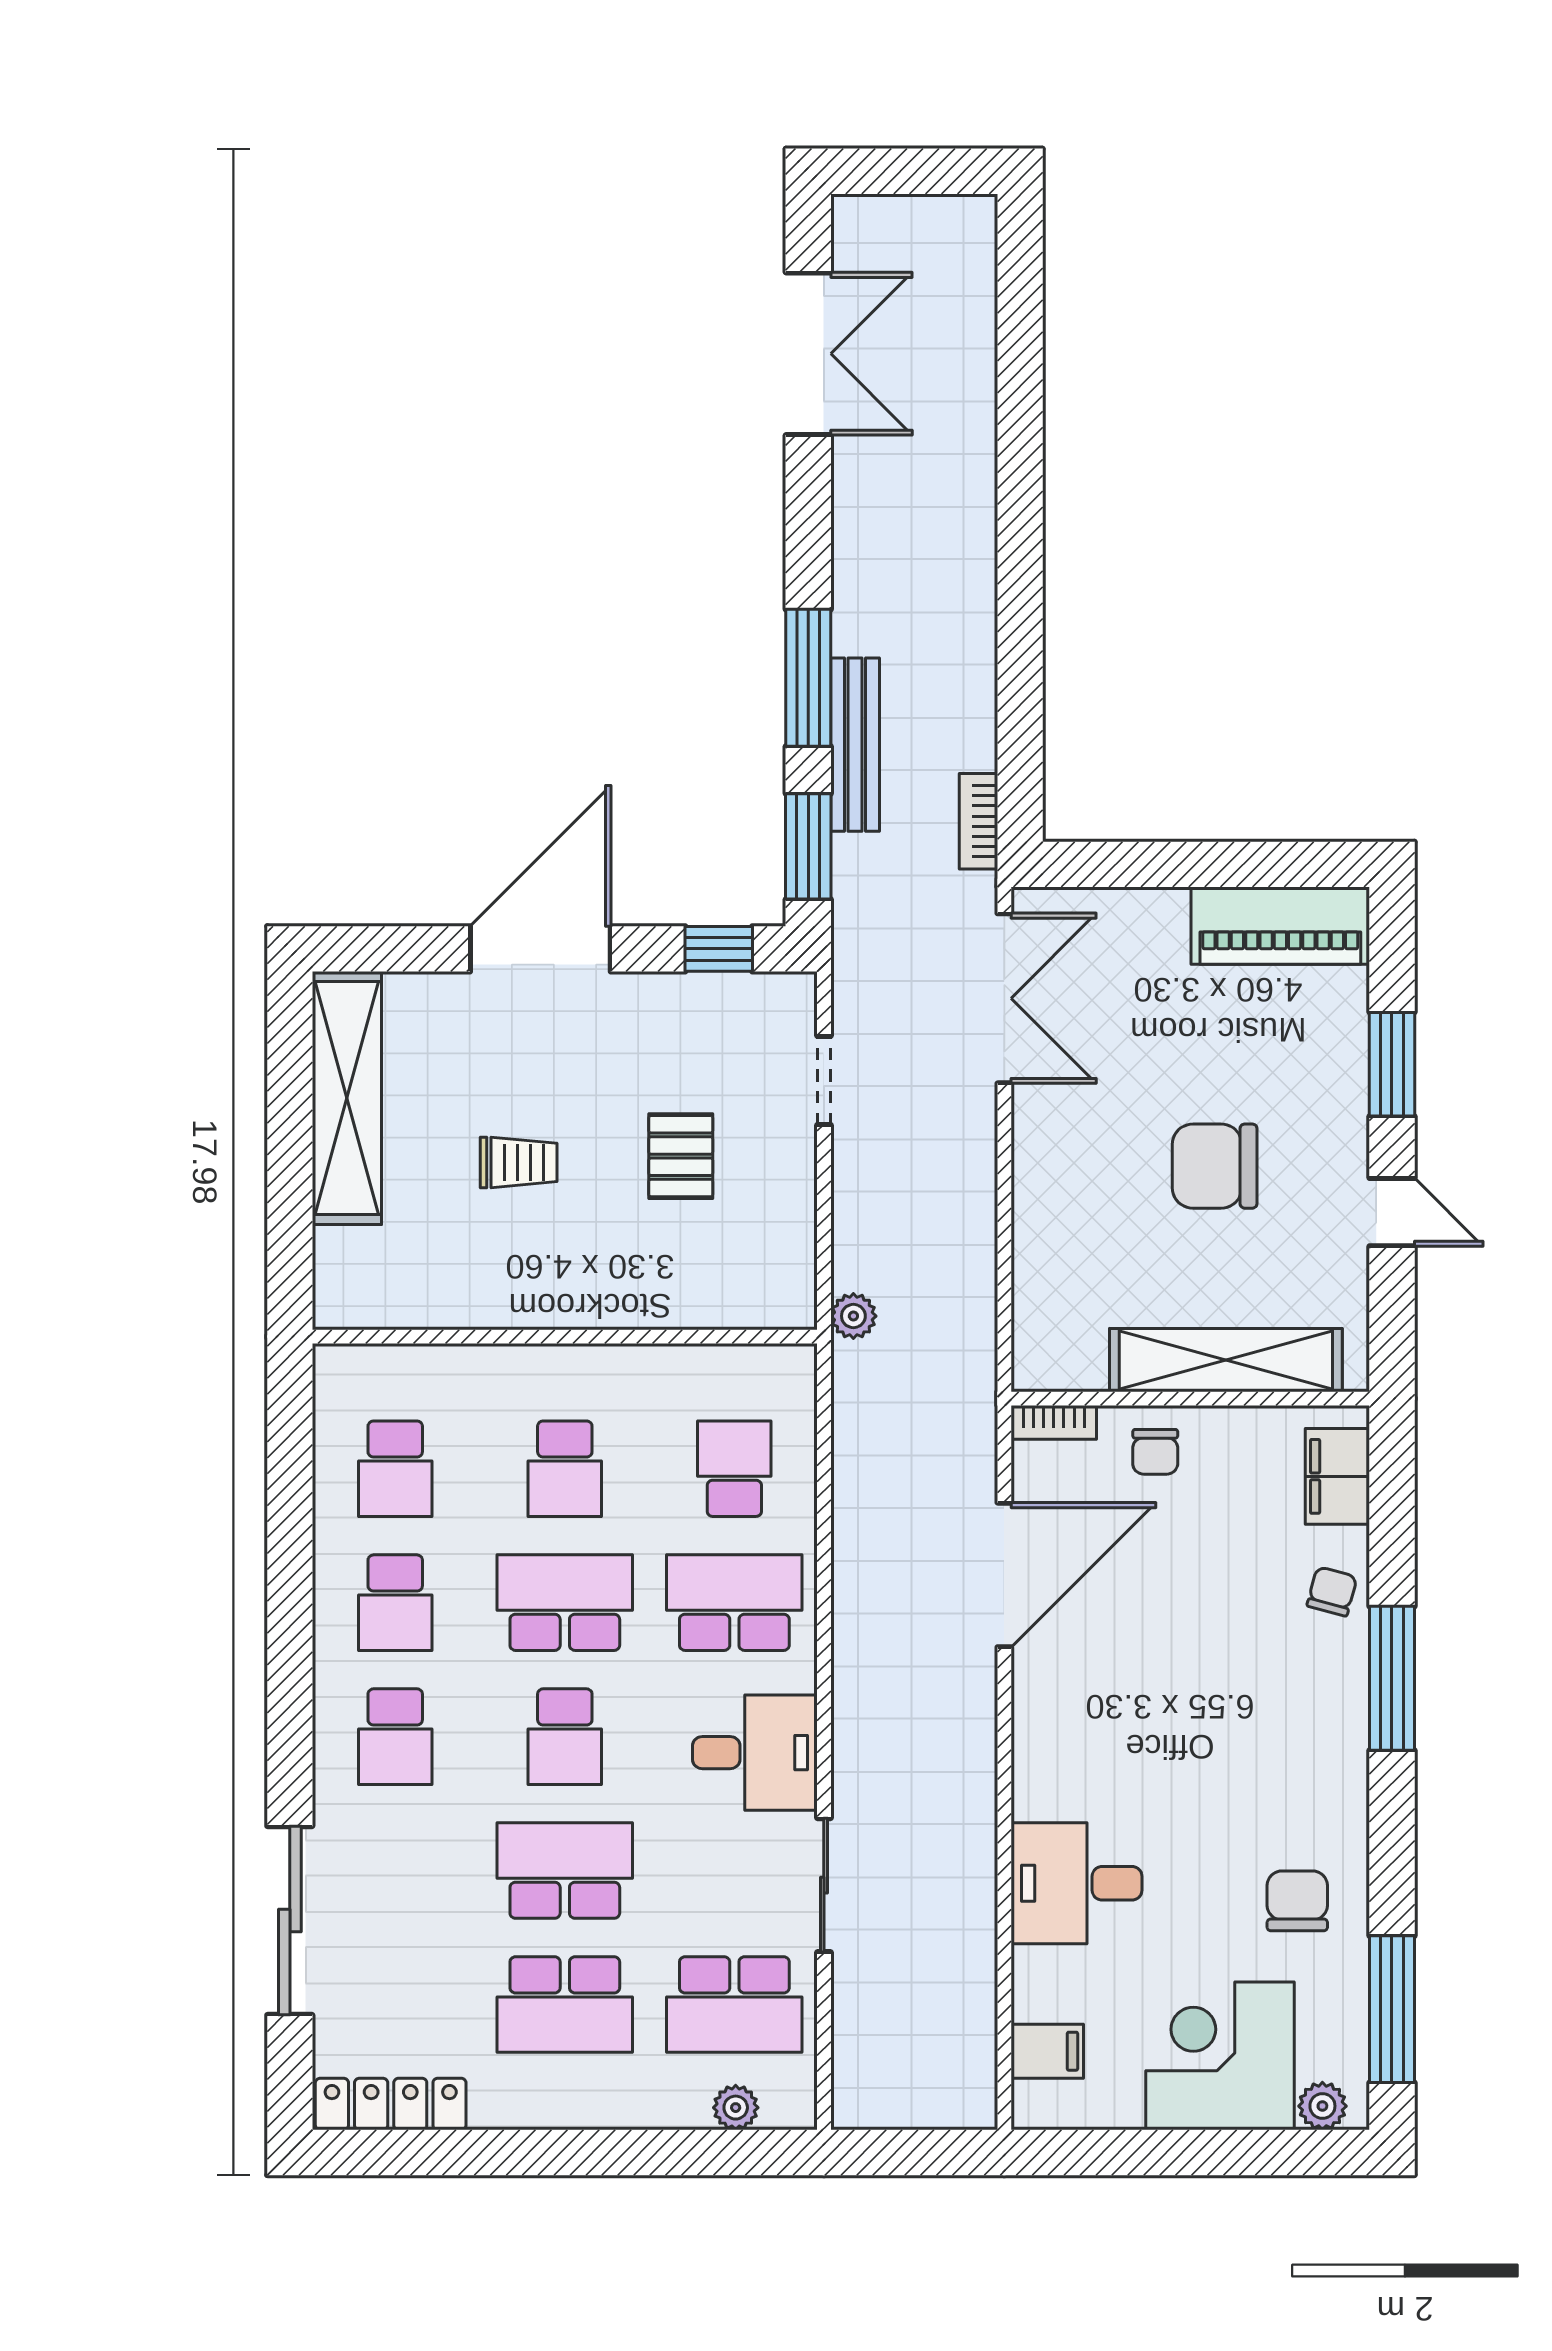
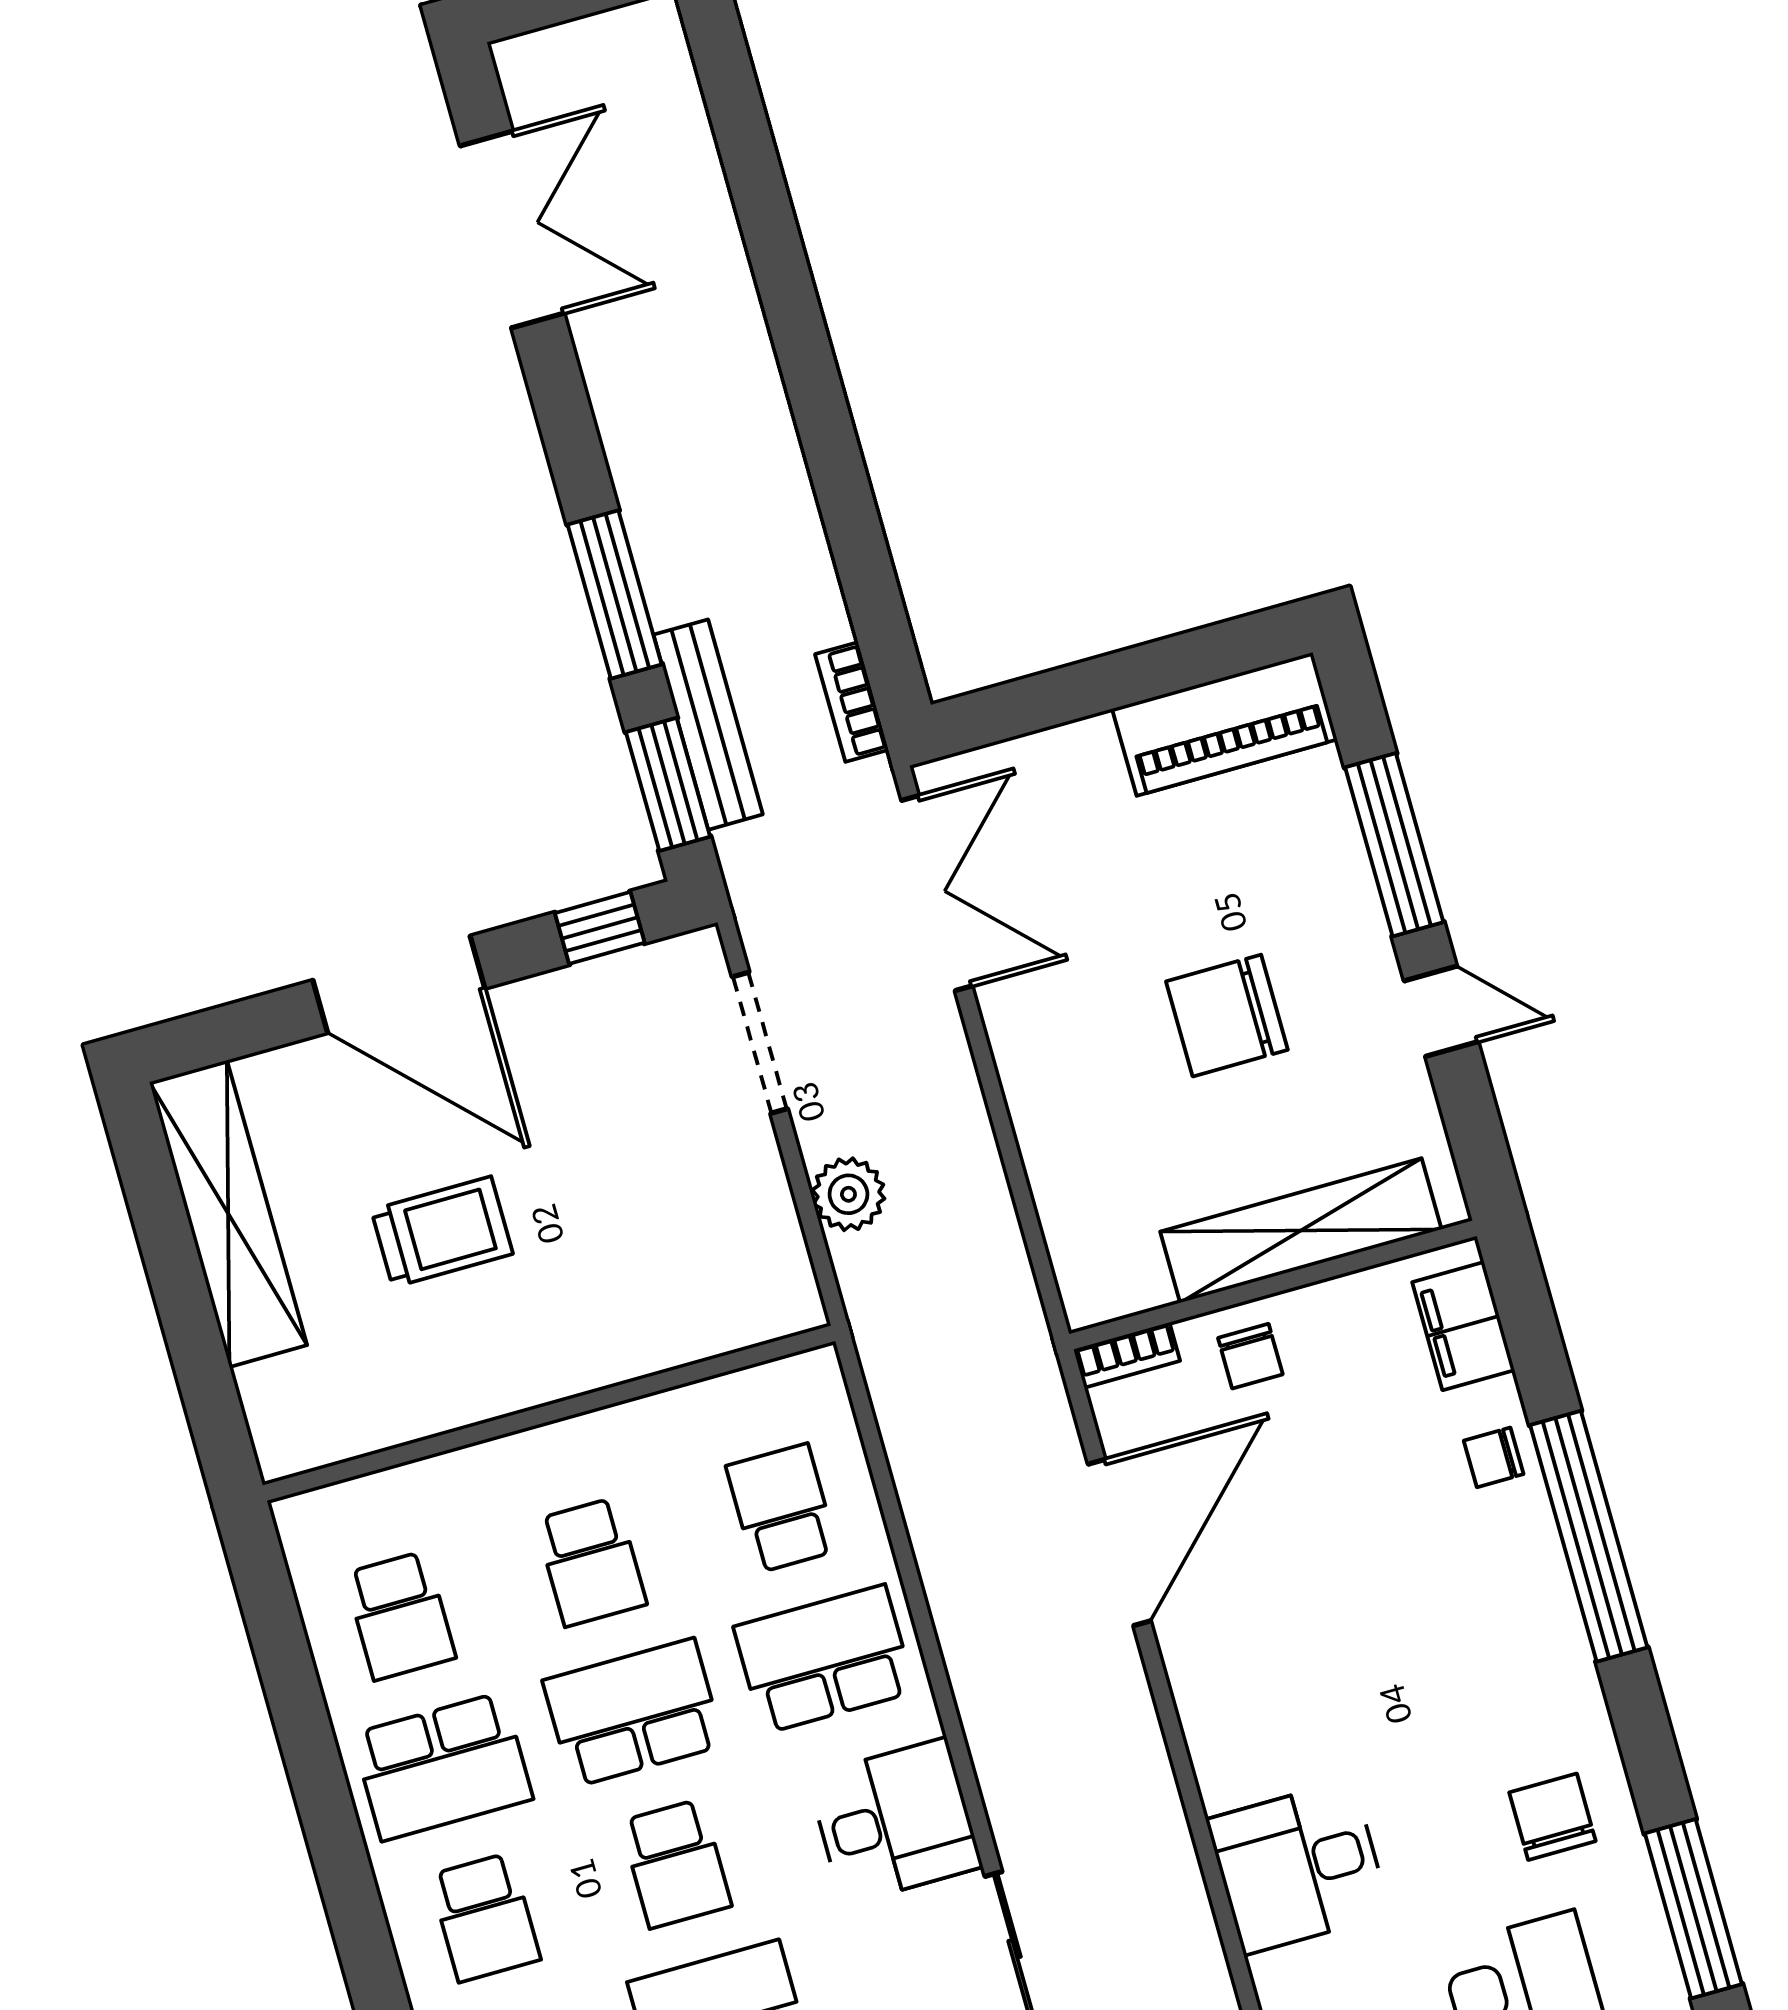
bench: (855, 745) -> (708, 725), moved
door: (540, 949) -> (399, 984), swing flipped
window: (1392, 1064) -> (1394, 845), width x1.44
doorway: (824, 1080) -> (760, 1043), width x1.38
pallet: (681, 1156) -> (623, 1173), removed
trolley: (519, 1162) -> (442, 1232), width x1.36, depth x1.39
plant: (853, 1316) -> (848, 1194), moved, width x1.38, depth x1.38
chair: (1332, 1591) -> (1494, 1457), turned -105
school desk: (395, 1603) -> (442, 1766), width x1.85
window: (1392, 1678) -> (1589, 1536), width x1.46

